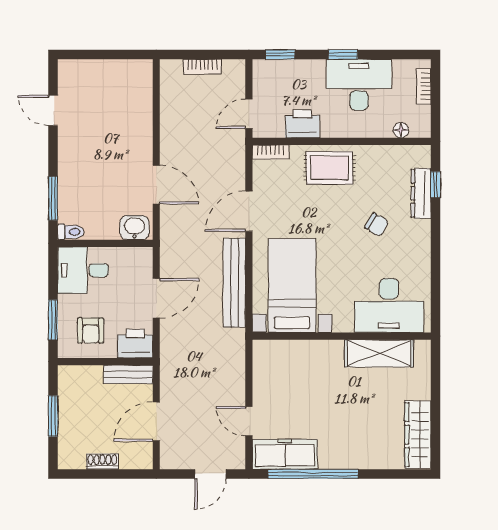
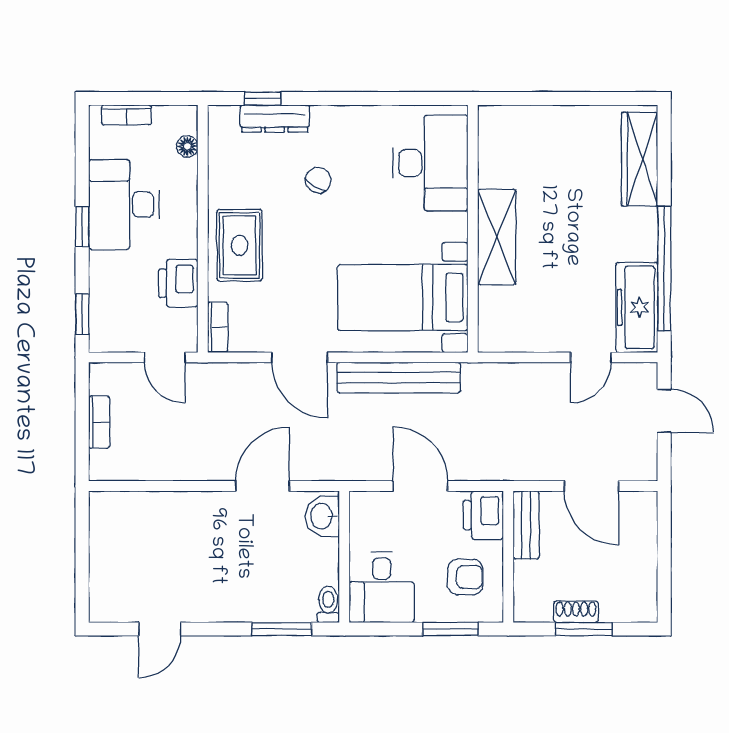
shelving: (379, 353) -> (497, 237), moved
wardrobe: (418, 435) -> (640, 159), moved, turned 90
shoe rack: (102, 462) -> (576, 612), moved, turned 90

